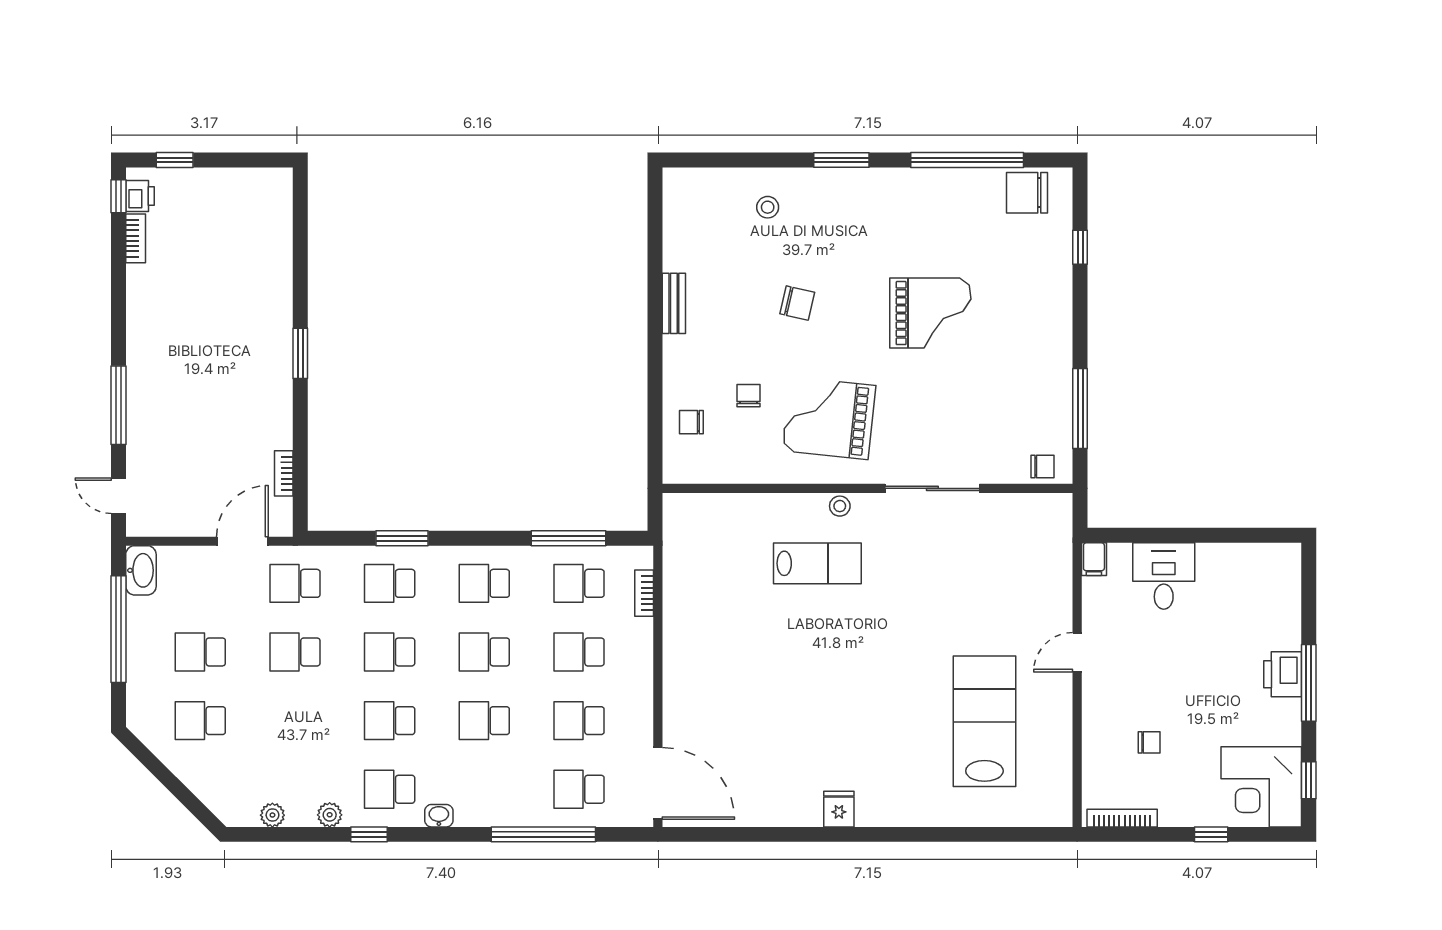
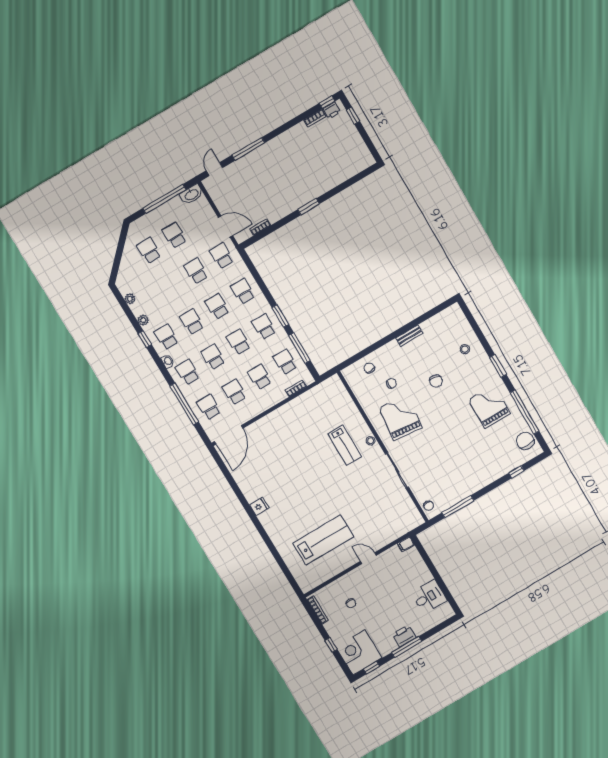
grand piano: (930, 313) -> (489, 407), moved, turned 180
window: (402, 538) -> (280, 316), moved
desk: (1164, 576) -> (429, 597), moved
school desk: (484, 789) -> (188, 372), added

